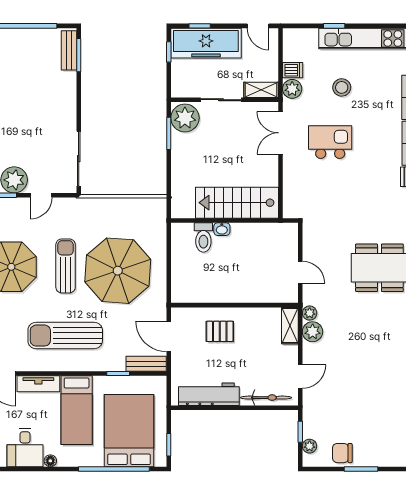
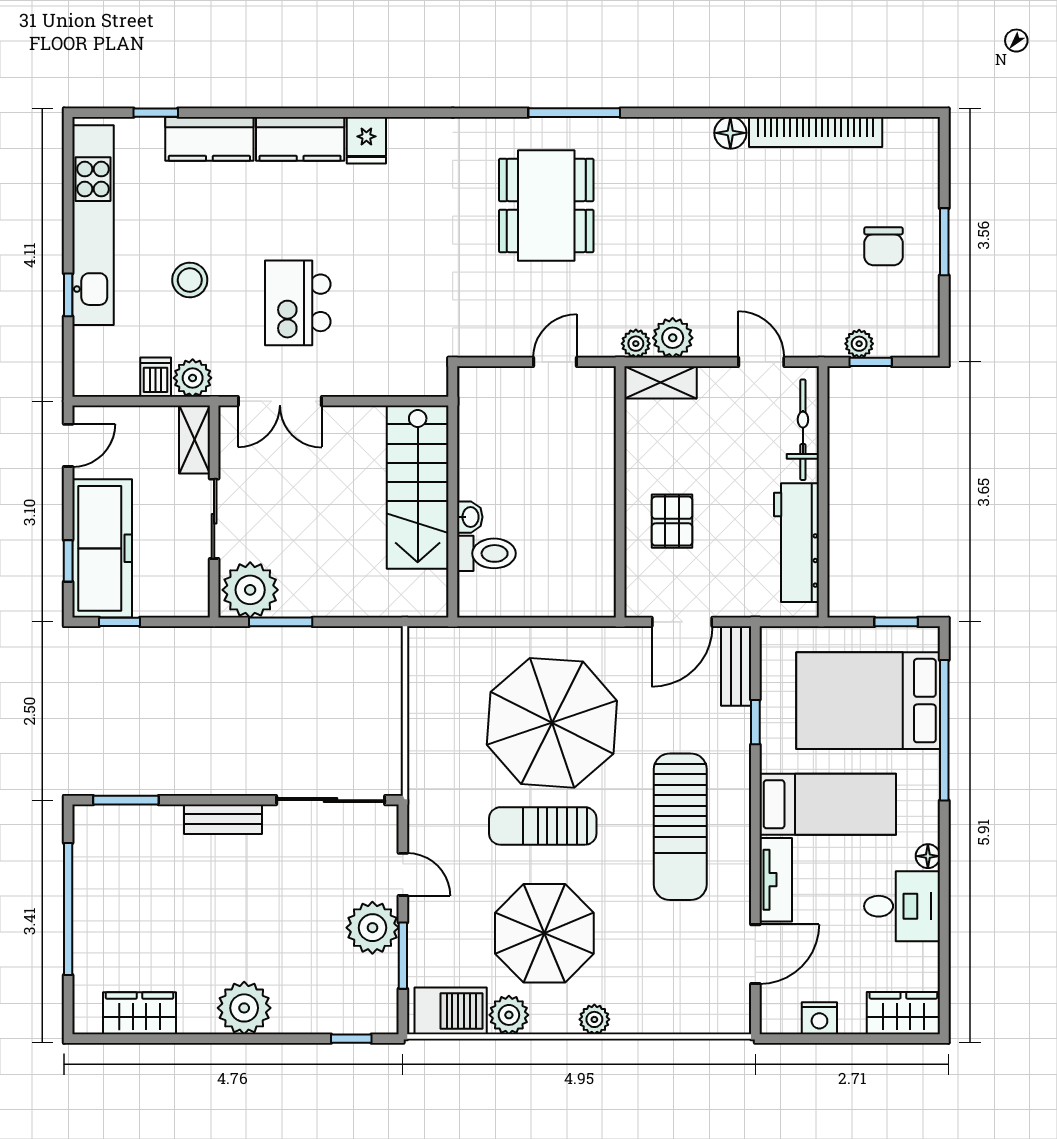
bench: (69, 50) -> (223, 819), moved
plant: (310, 446) -> (859, 344), moved
chair: (342, 453) -> (884, 246), moved

